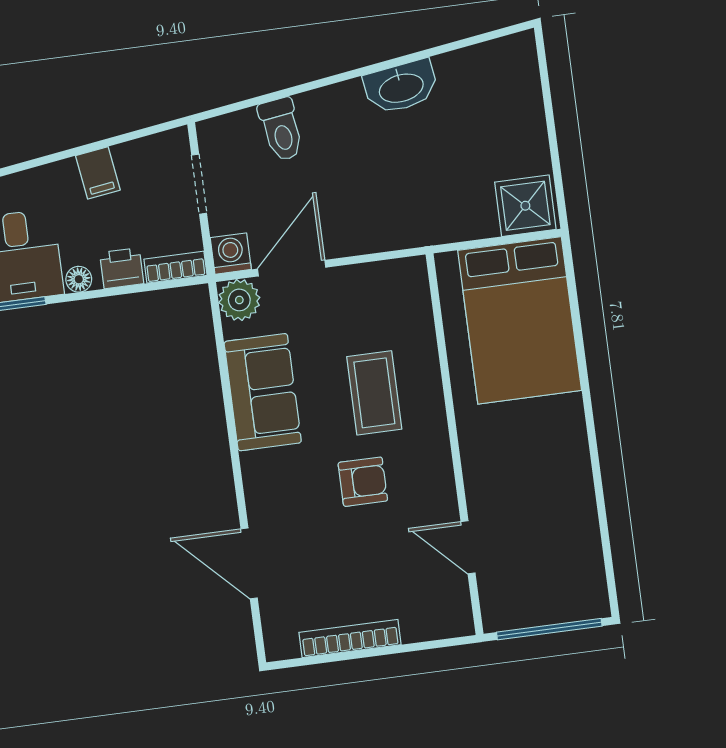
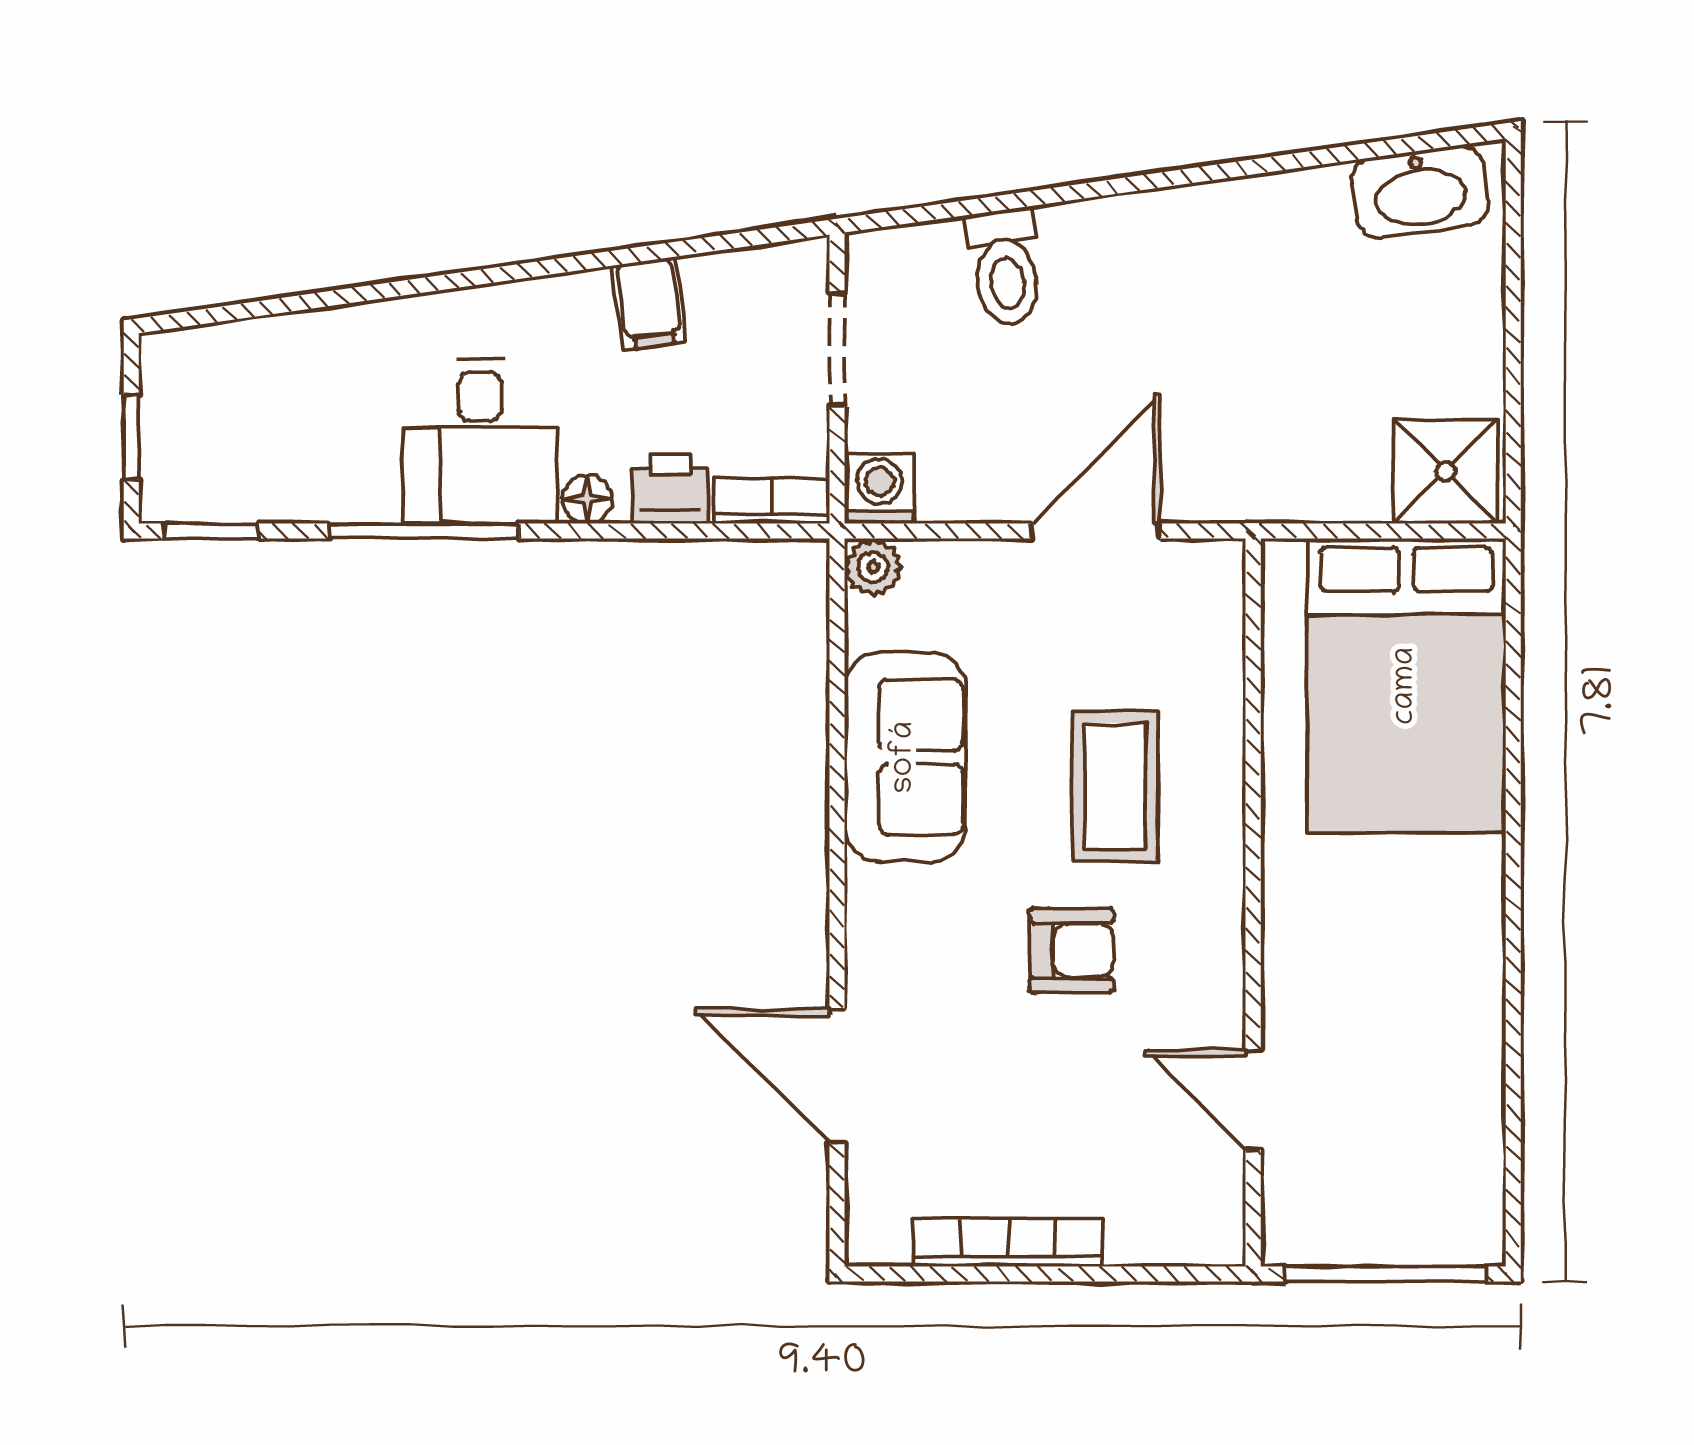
washbasin: (401, 87) -> (1420, 192), moved
door: (292, 268) -> (1096, 531), moved
plant: (239, 300) -> (873, 567), width x0.73, depth x0.73

